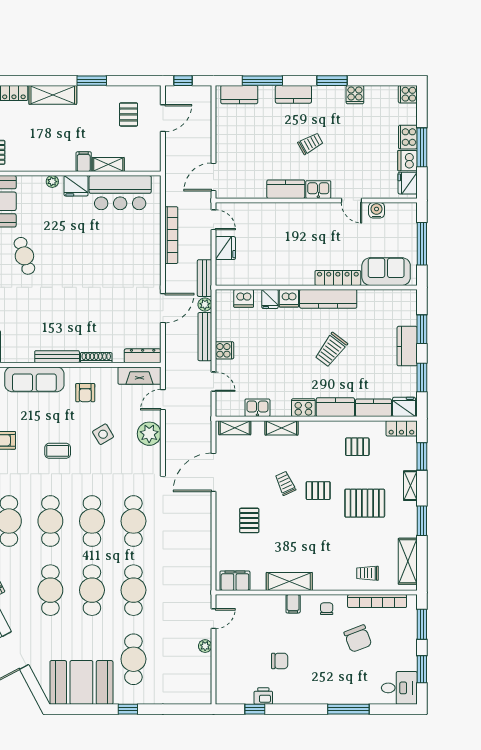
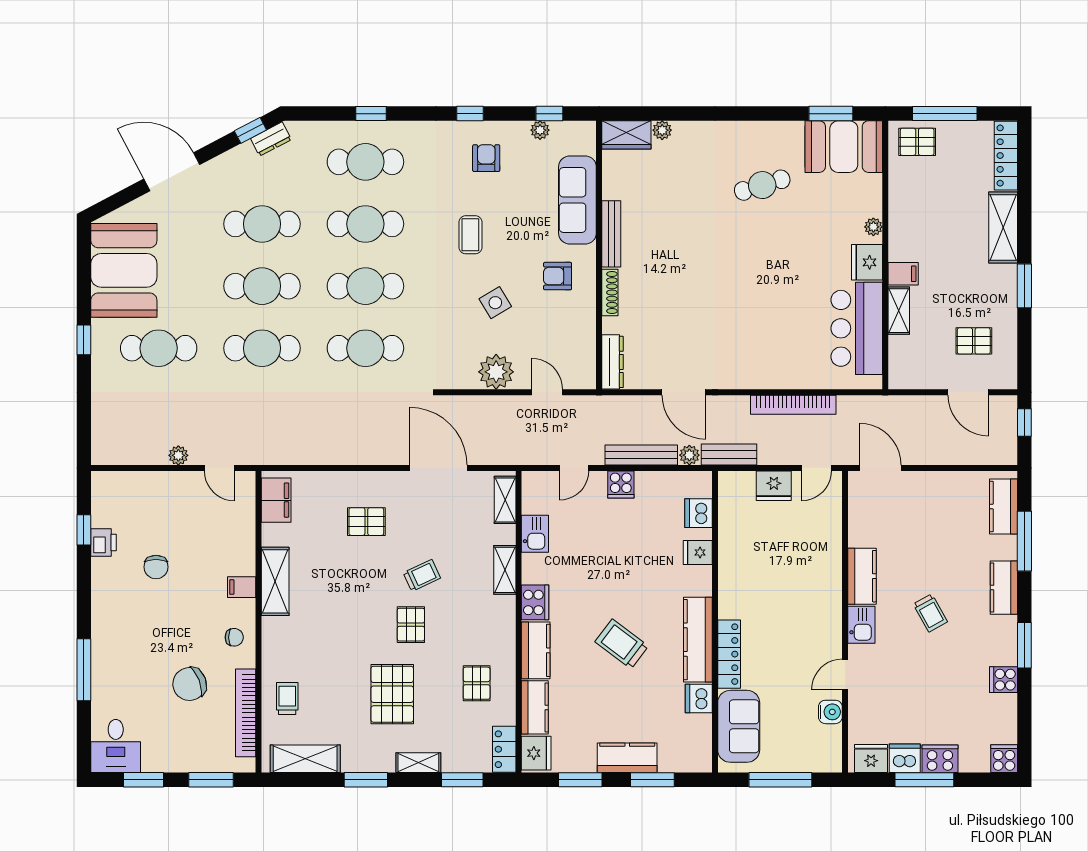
dishwasher: (289, 298) -> (699, 698), moved
fireplace: (140, 376) -> (583, 357), removed

